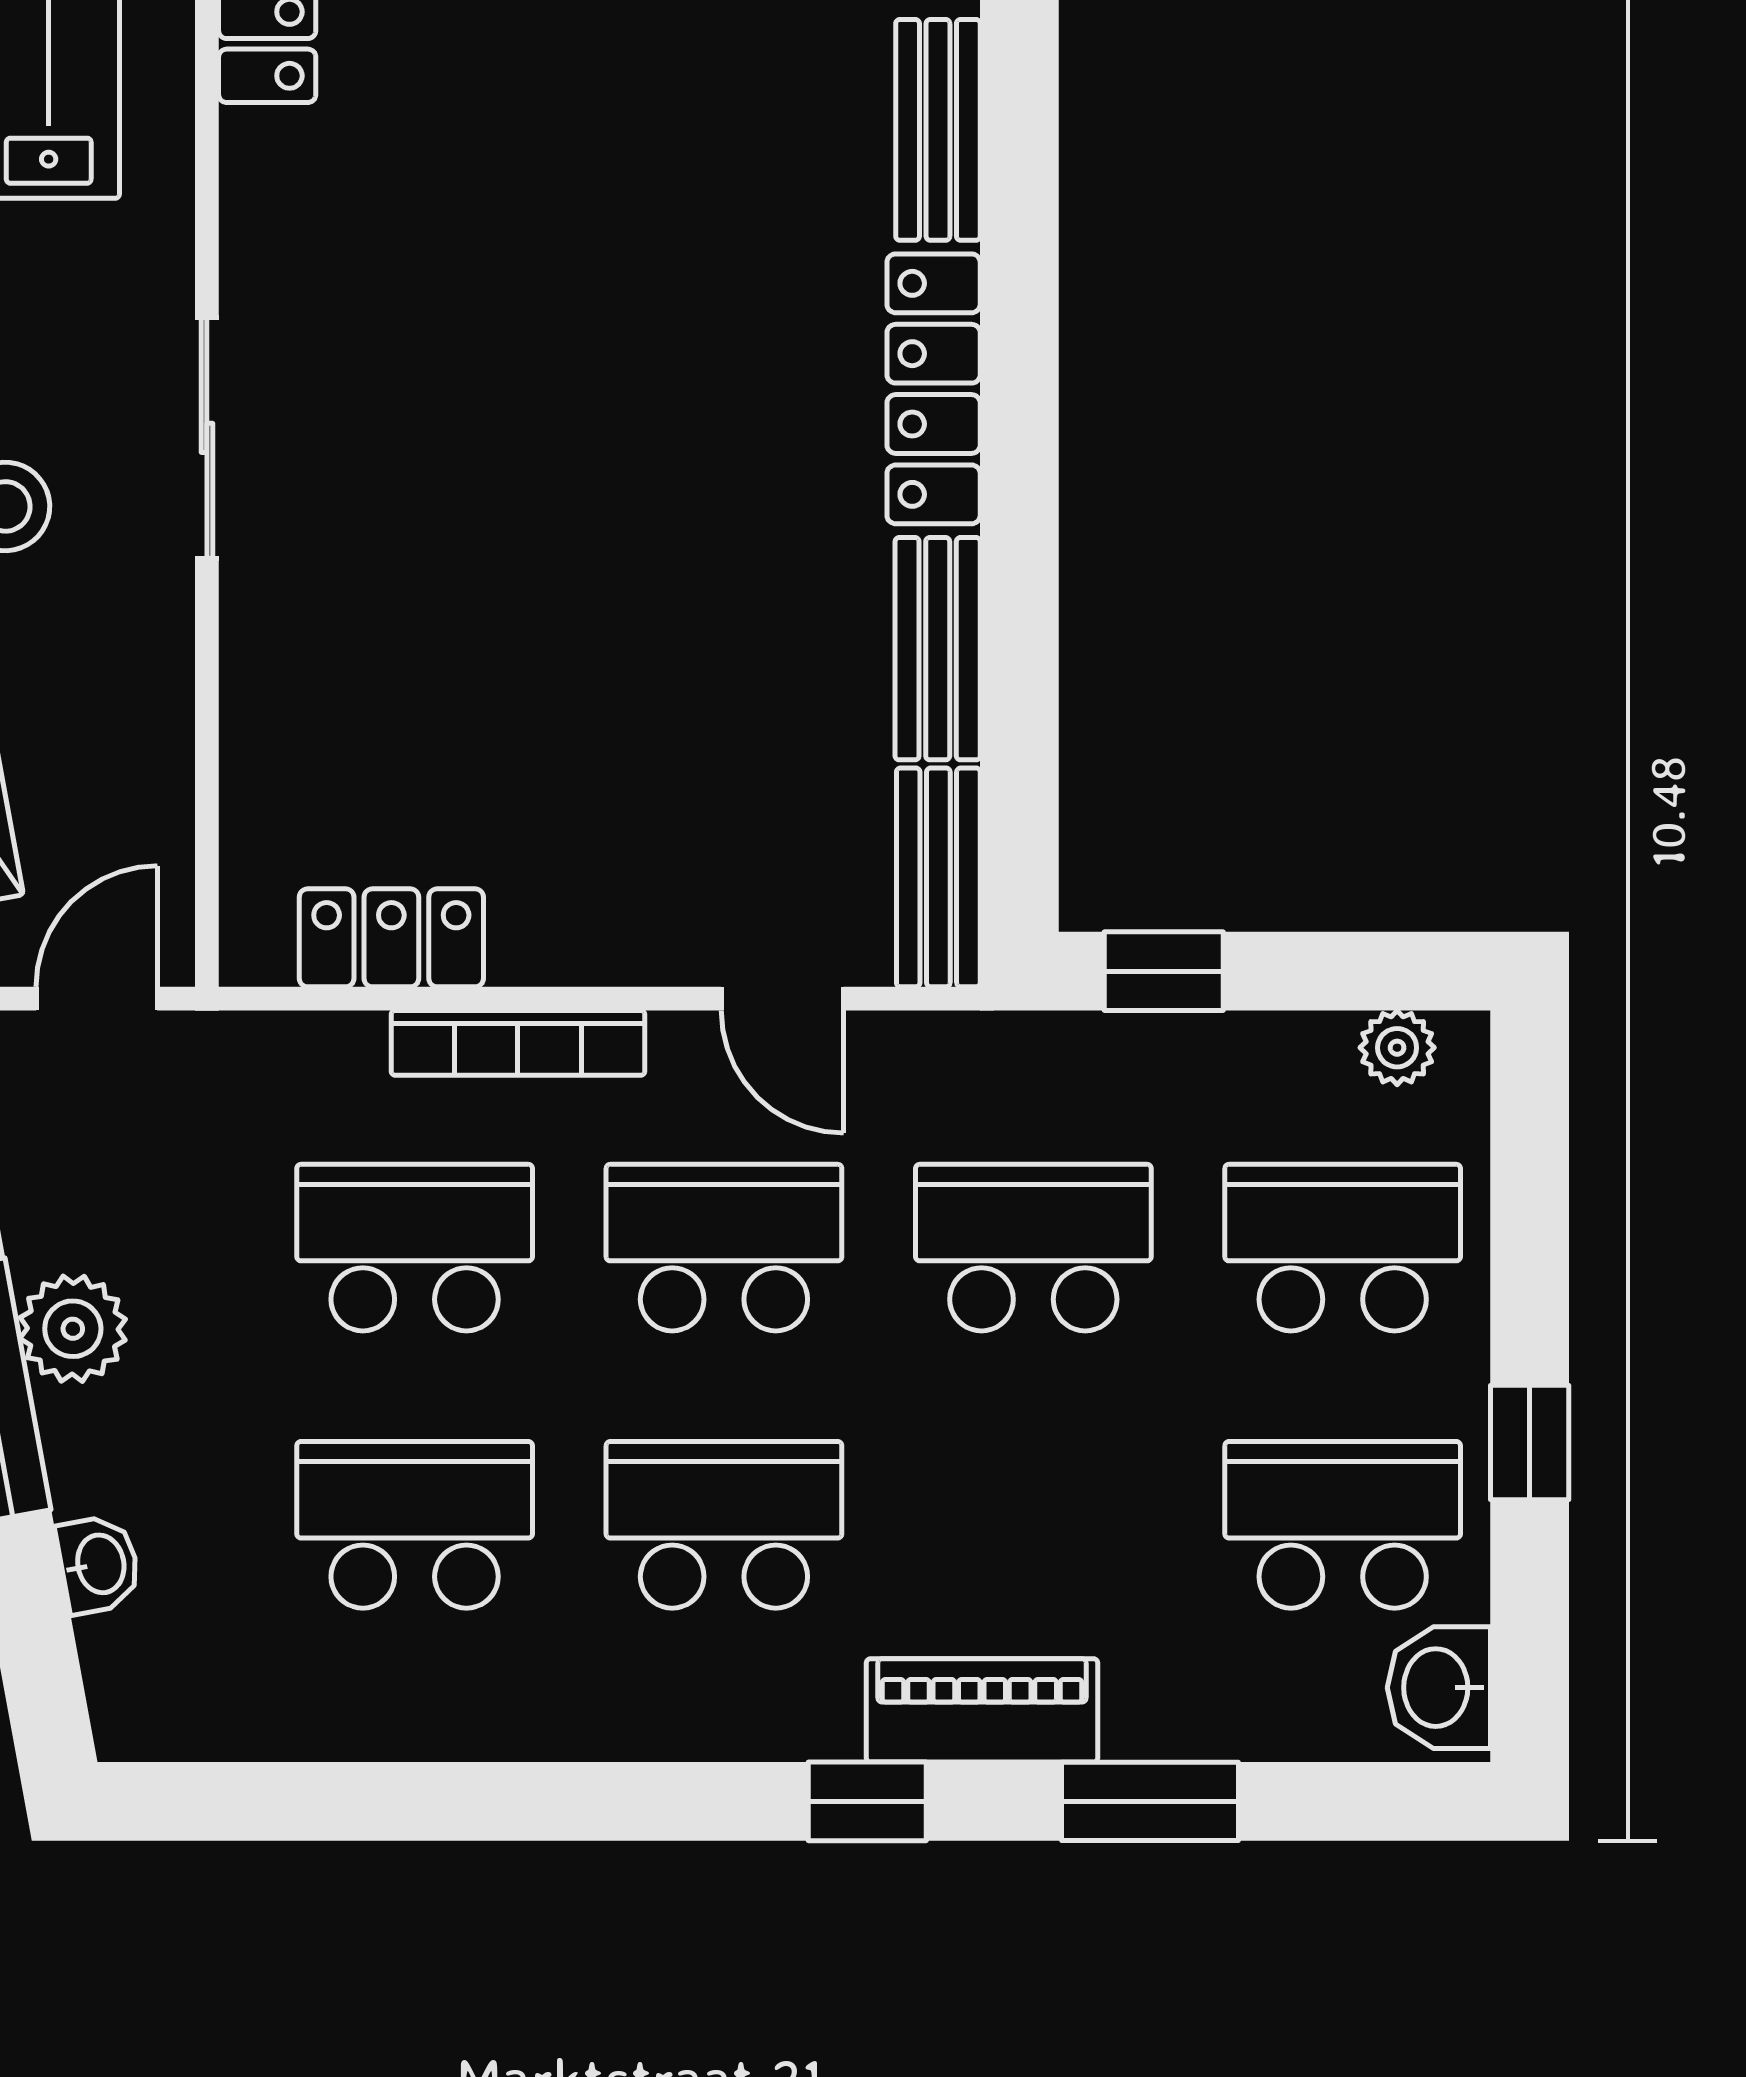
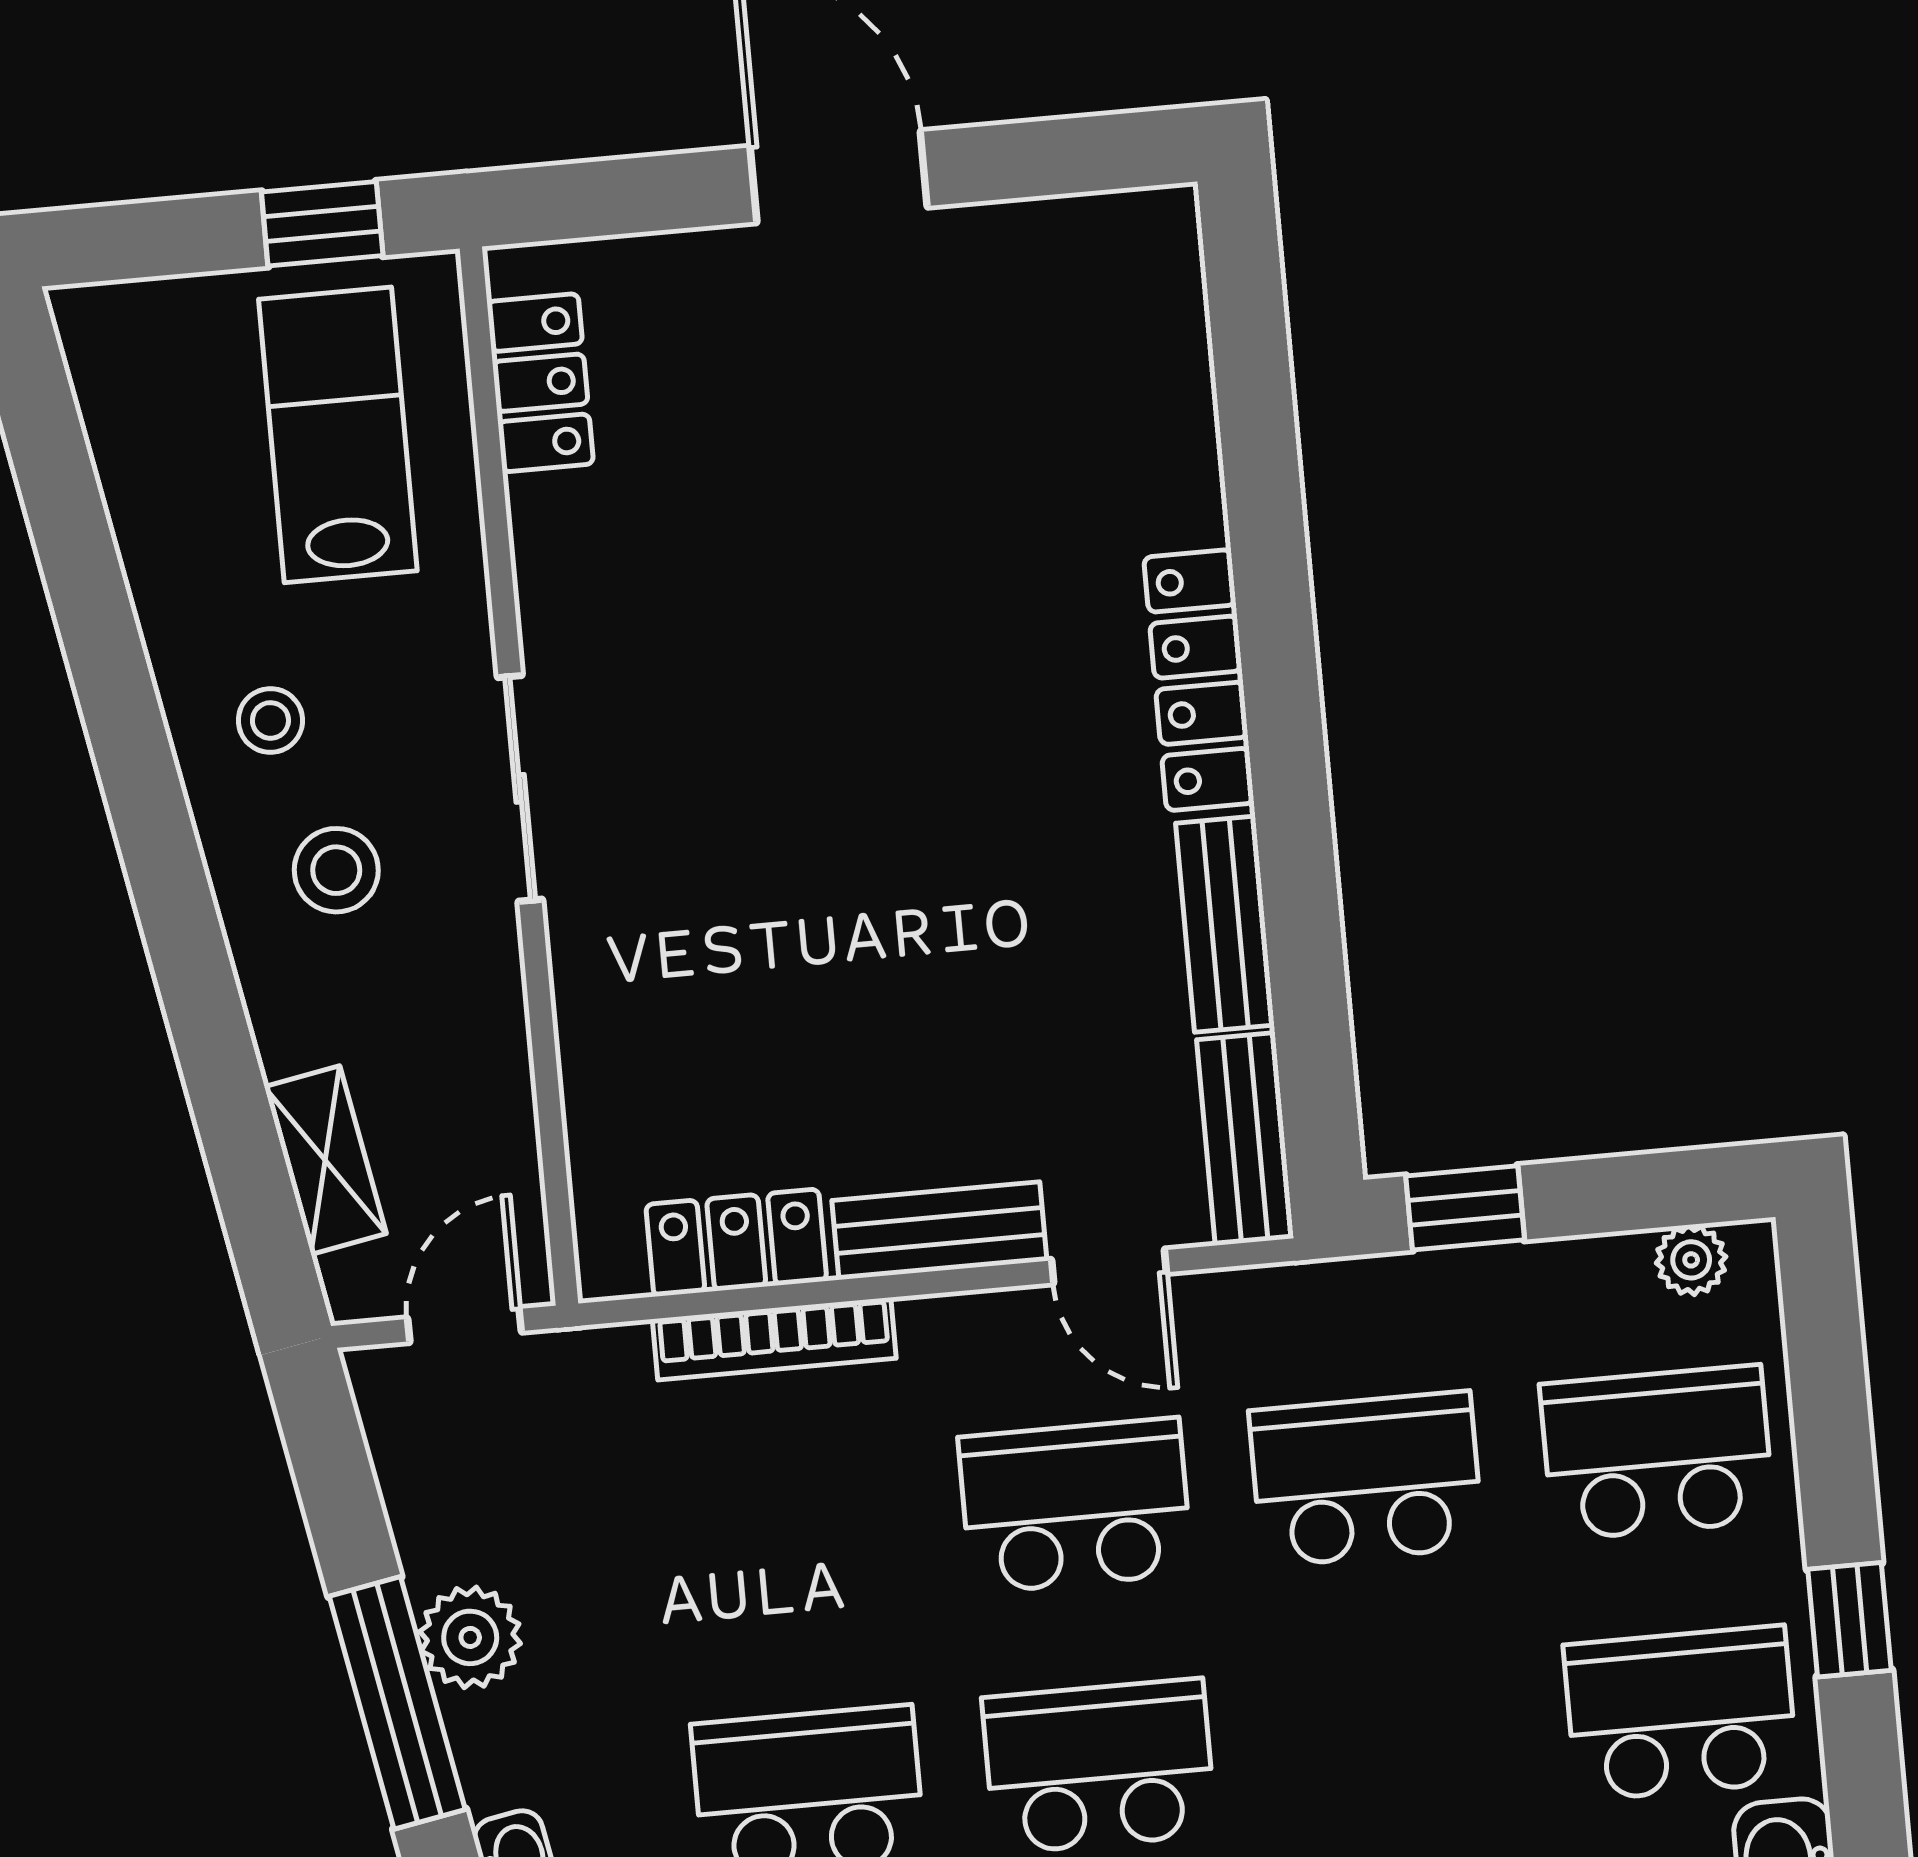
bench: (938, 130) -> (939, 1231), moved, turned 90
bookcase: (518, 1043) -> (774, 1339), moved
school desk: (415, 1248) -> (785, 1532), removed

